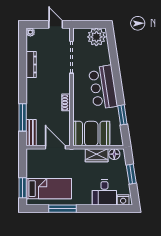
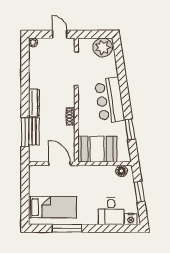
dresser: (31, 65) -> (34, 103), moved
bench: (31, 133) -> (34, 131), moved
wardrobe: (97, 155) -> (103, 172), removed
window: (23, 188) -> (25, 206), removed

